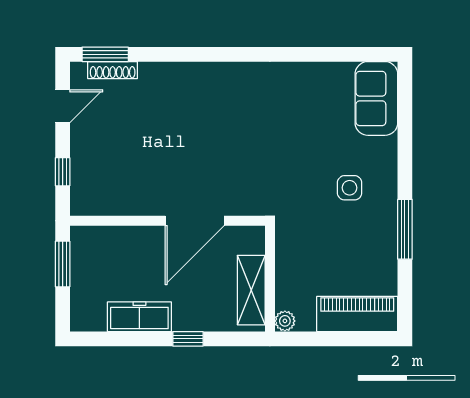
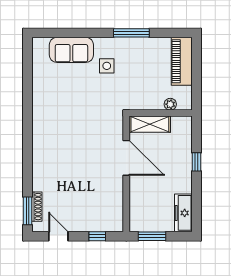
sofa: (376, 98) -> (71, 50), moved
shelving: (251, 290) -> (150, 124), moved
freezer: (139, 317) -> (183, 213), moved
plant: (285, 321) -> (170, 104), moved

